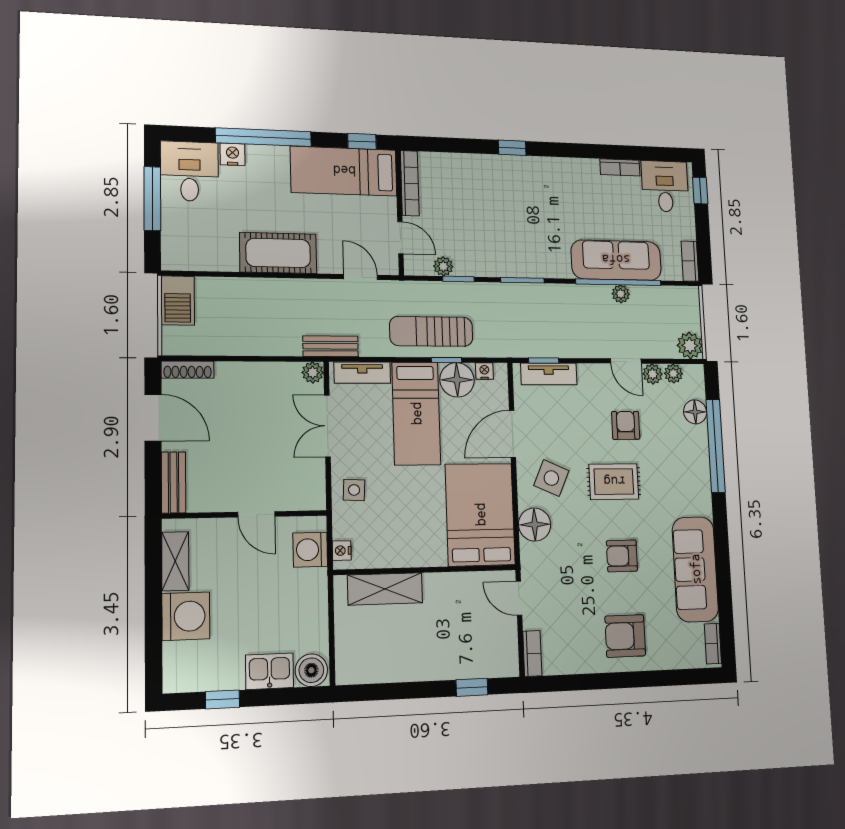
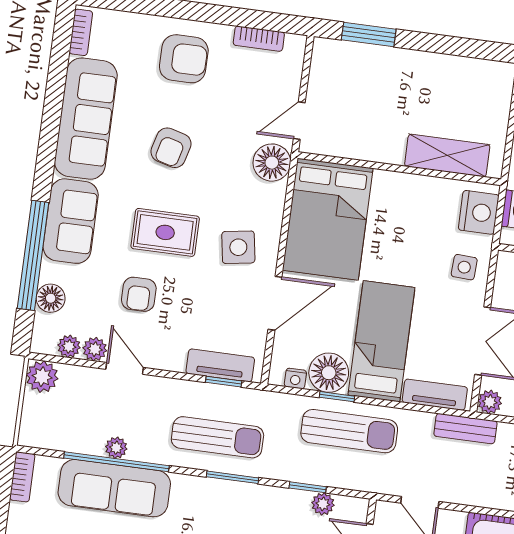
sun lounger: (541, 313) -> (217, 437), added
side table: (551, 478) -> (238, 247), turned -33
sofa: (691, 479) -> (71, 221), added
floor lamp: (535, 525) -> (272, 163), moved
nightstand: (342, 551) -> (479, 212), width x1.89, depth x1.79
armchair: (622, 556) -> (171, 148), turned 105
door: (519, 598) -> (299, 121), swing flipped
bookcase: (532, 653) -> (259, 39), moved, turned -90
window: (472, 687) -> (369, 34), width x1.50

